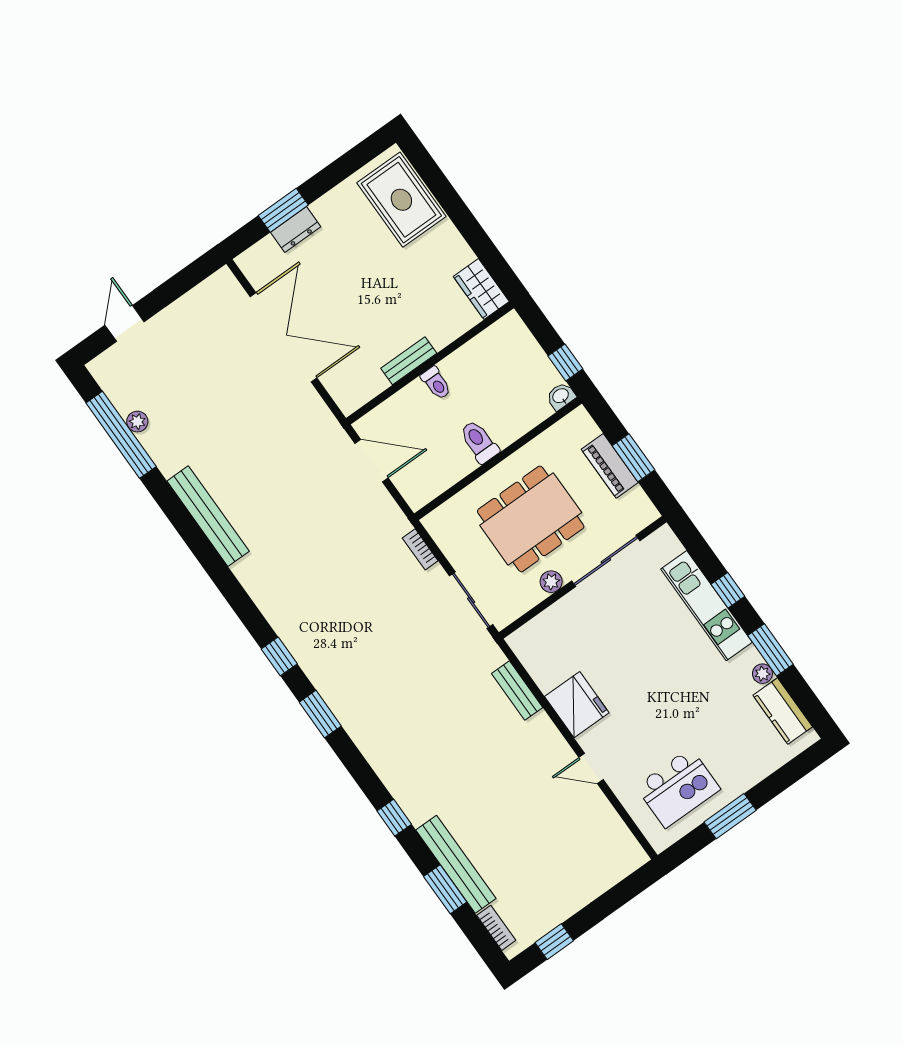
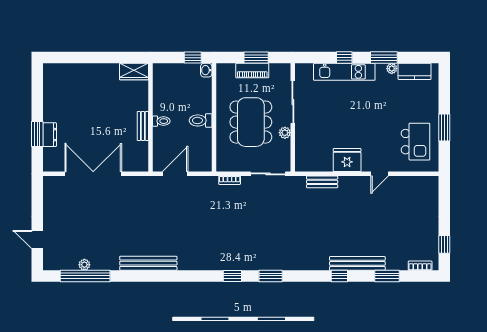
rug: (401, 200) -> (70, 79), removed
bench: (456, 864) -> (357, 263), moved

